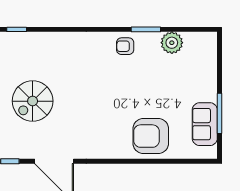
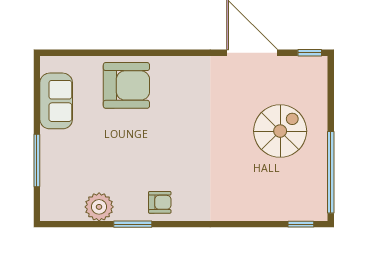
window: (220, 113) -> (37, 160), moved

